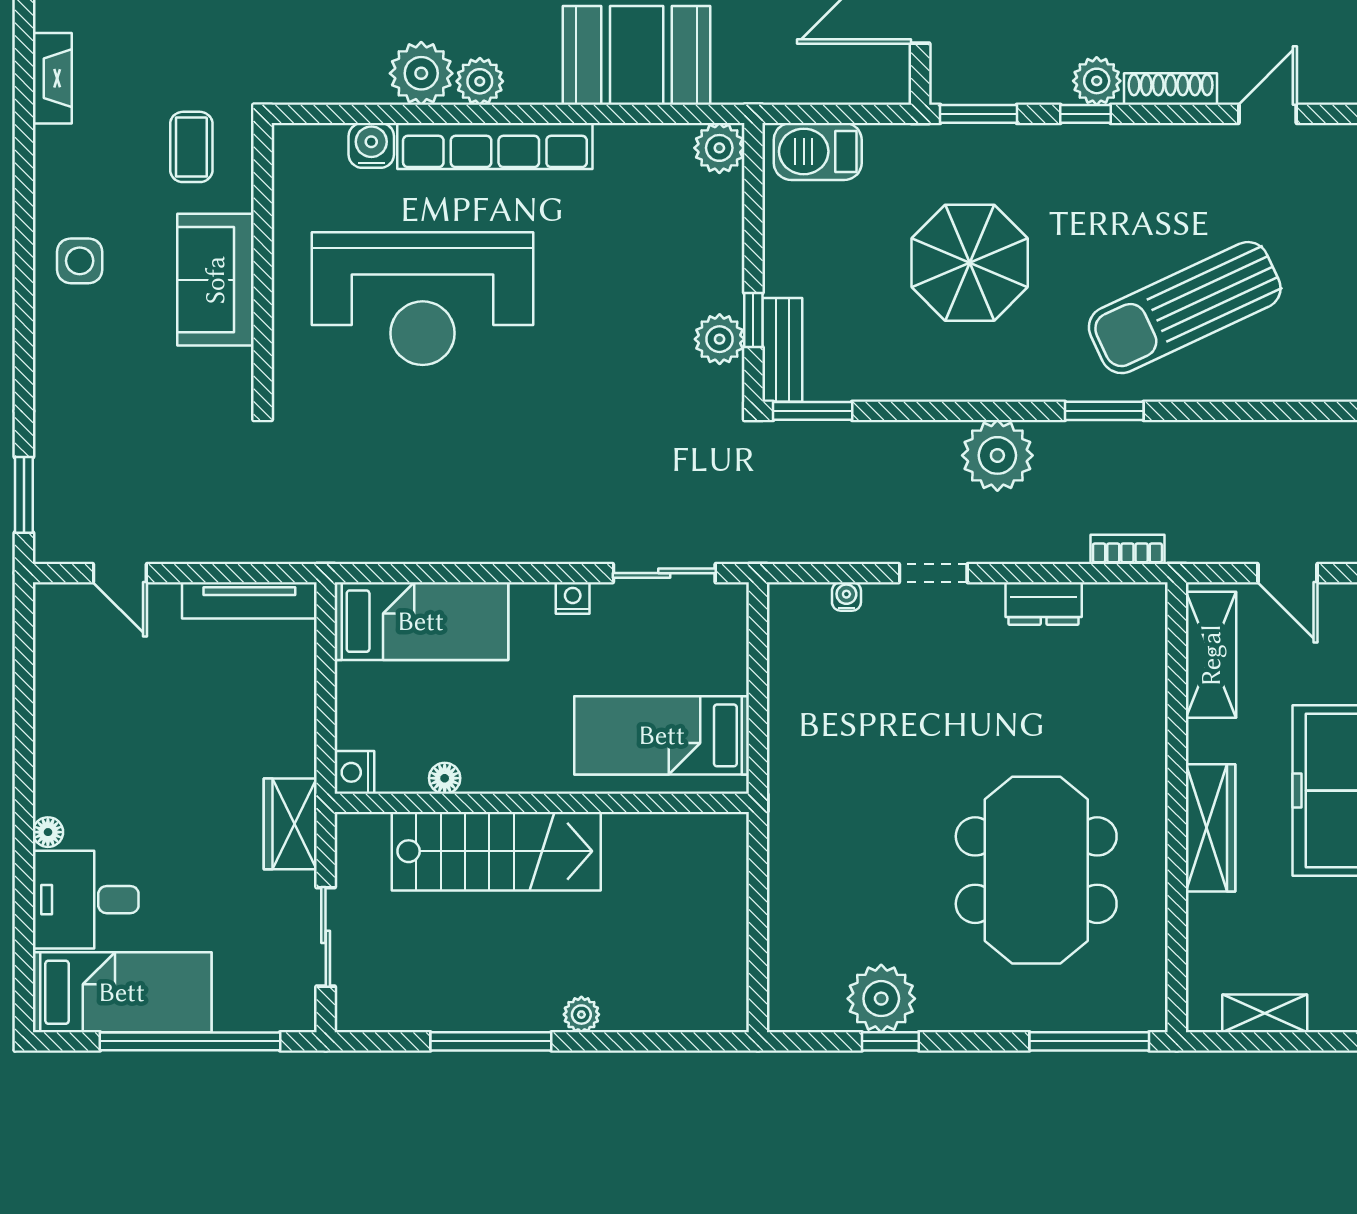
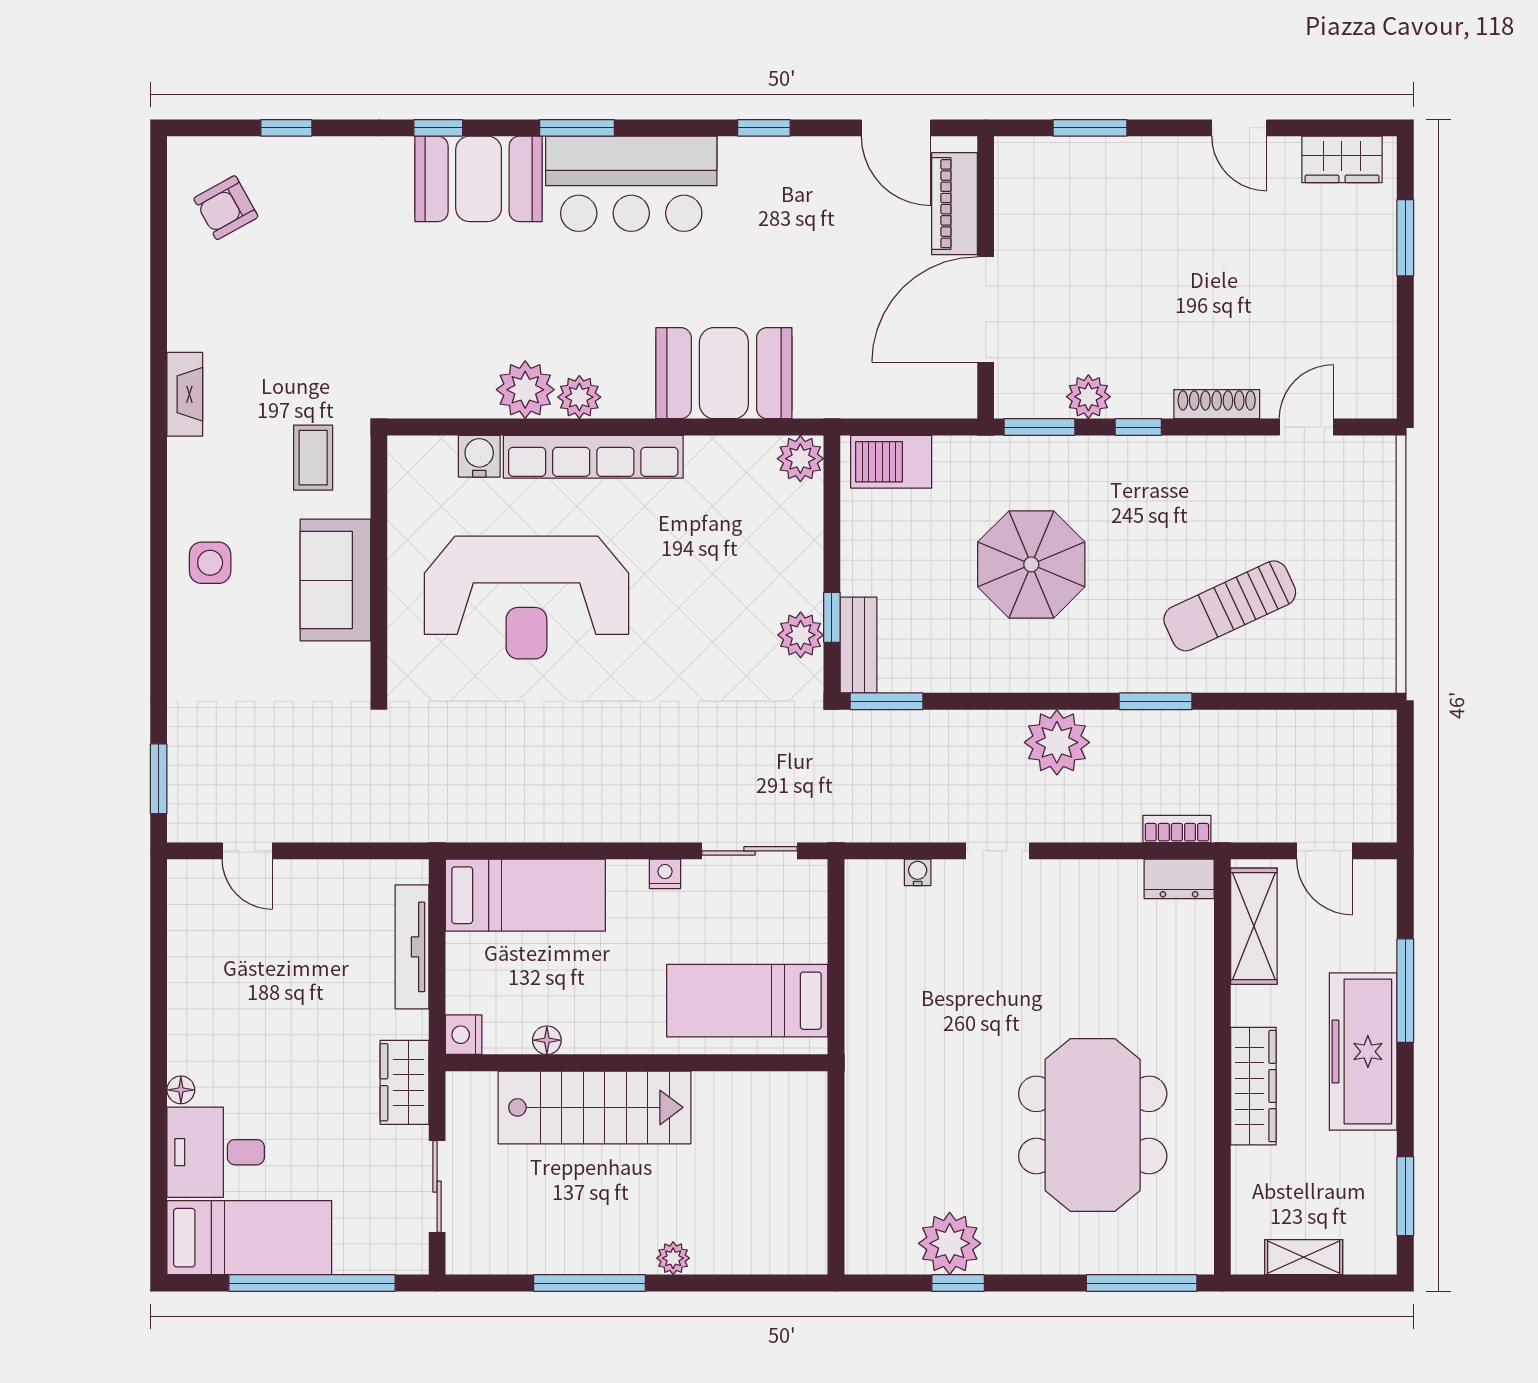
plant: (1097, 81) -> (1088, 397), moved
sun lounger: (1185, 308) -> (1230, 606), width x0.73, depth x0.75
tv unit: (249, 600) -> (412, 947), moved, turned 90
dresser: (1044, 603) -> (1179, 879), moved

